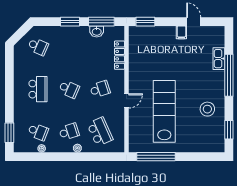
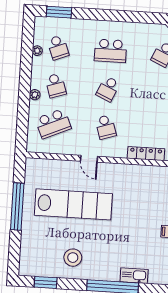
school desk: (38, 132) -> (58, 47), turned -42
window: (156, 157) -> (17, 207), moved

